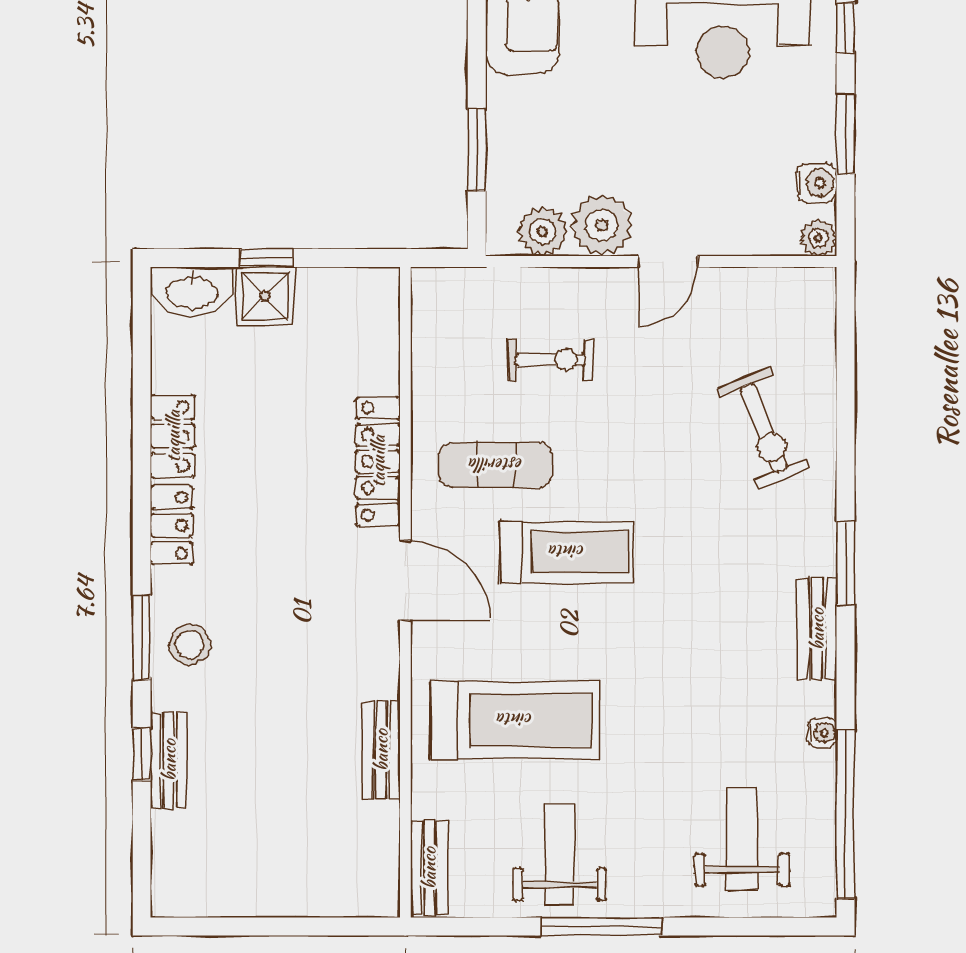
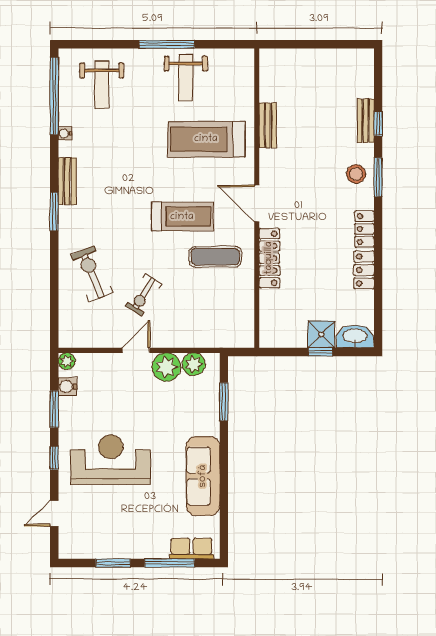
exercise bike: (550, 360) -> (143, 295), moved, turned -58
treadmill: (567, 552) -> (182, 217), turned 180
bench: (429, 868) -> (246, 71), removed

